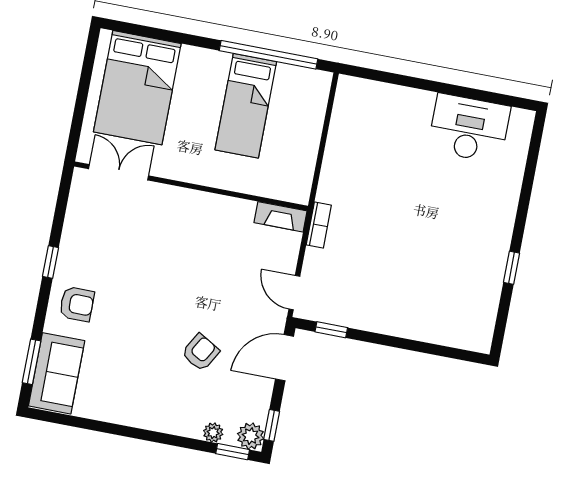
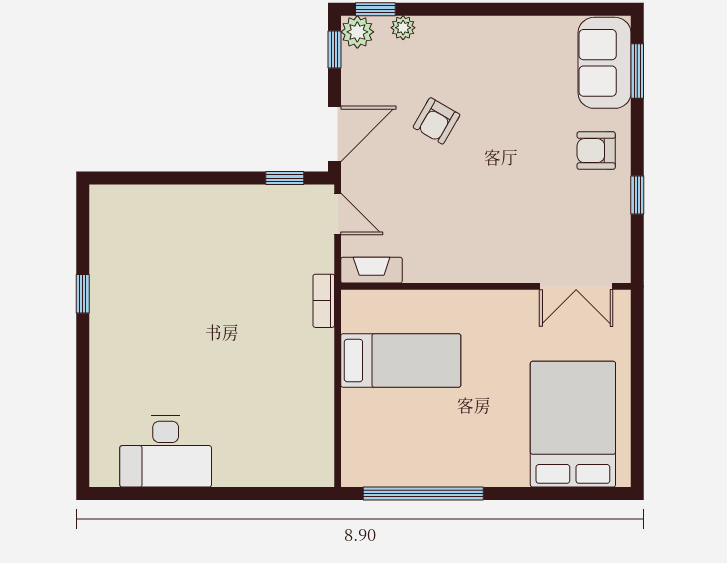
bed: (246, 106) -> (401, 361), moved, turned 90
double door: (118, 172) -> (576, 286), moved
wall: (191, 186) -> (486, 286), moved
fireplace: (281, 217) -> (372, 270), moved

